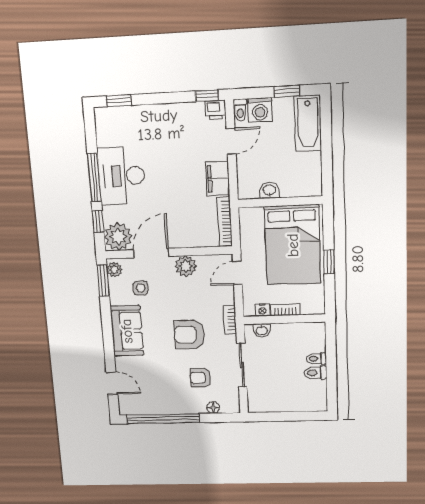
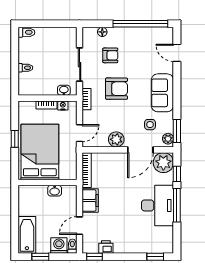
printer: (215, 110) -> (106, 247), moved
toilet: (315, 373) -> (26, 32), moved

